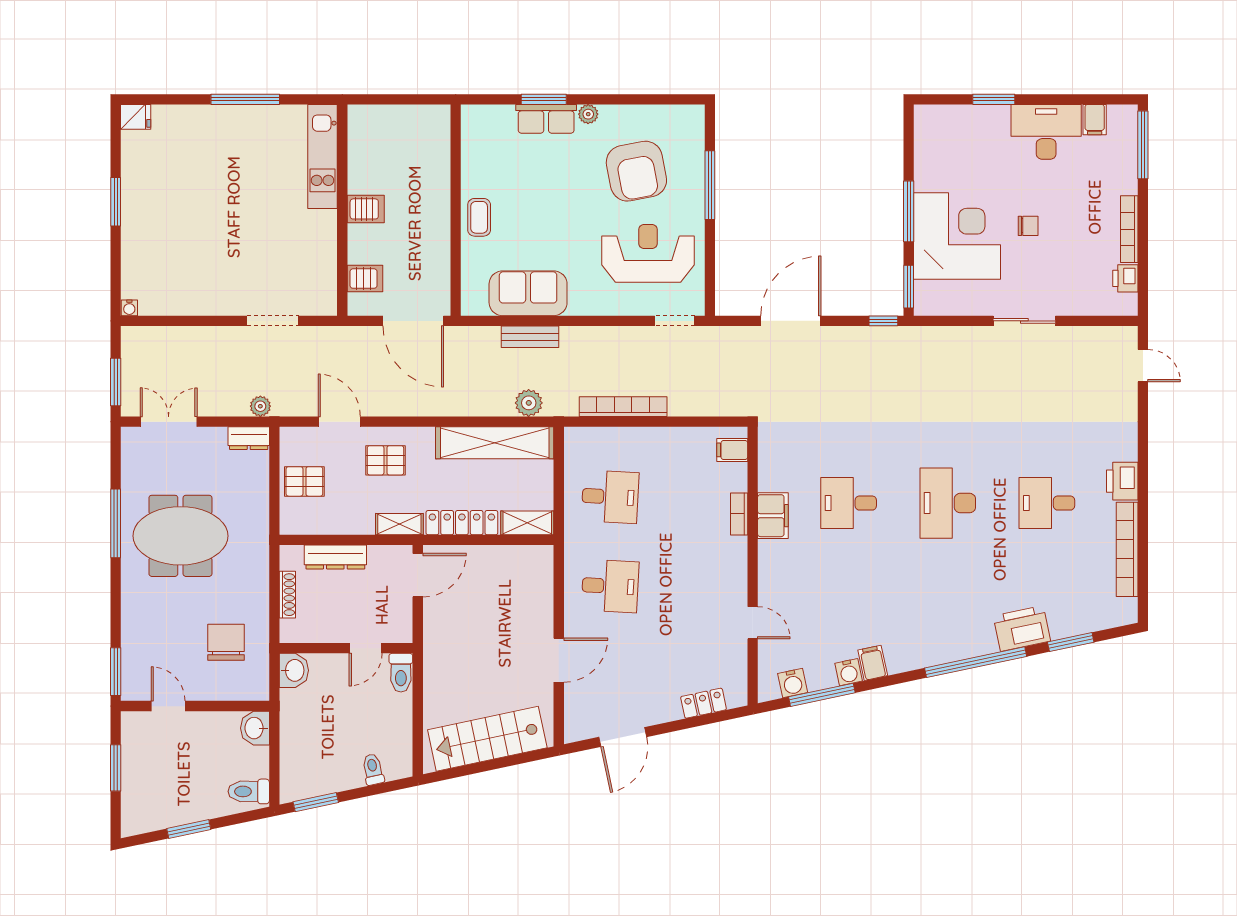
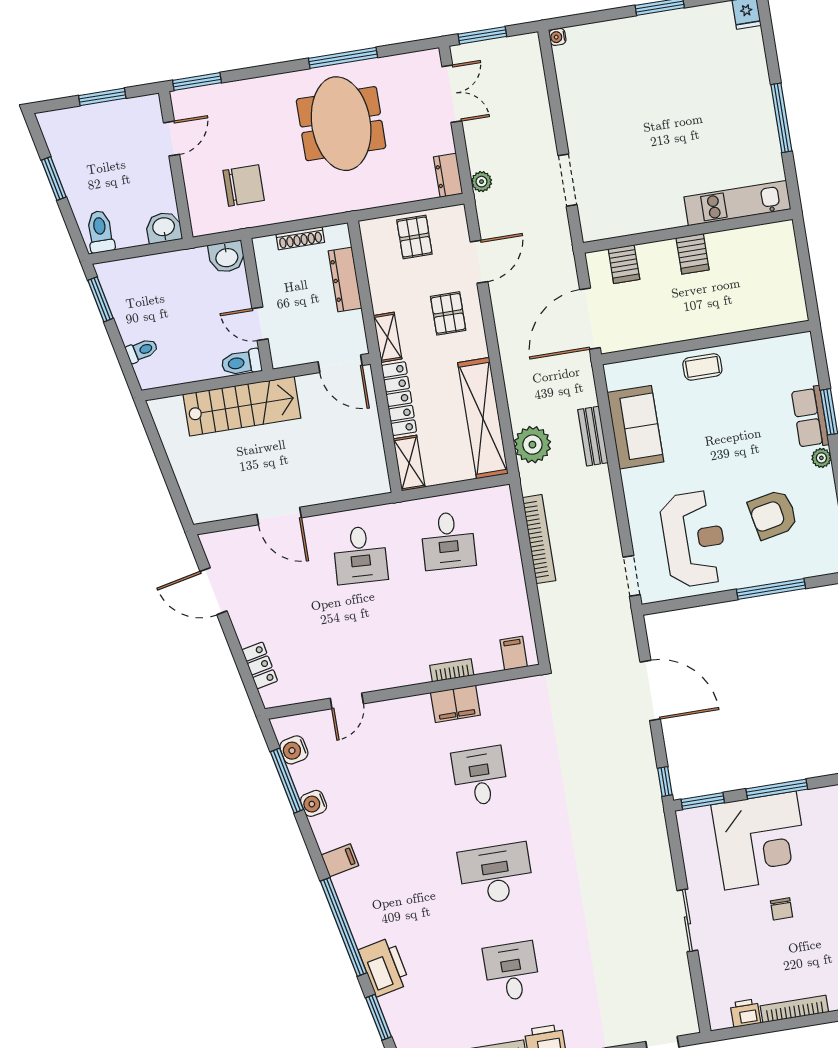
armchair: (636, 171) -> (773, 514), width x0.73, depth x0.73
plant: (529, 403) -> (532, 445), width x1.36, depth x1.36
filing cabinet: (873, 663) -> (340, 860), moved
stairs: (487, 739) -> (242, 406), moved, turned 102

